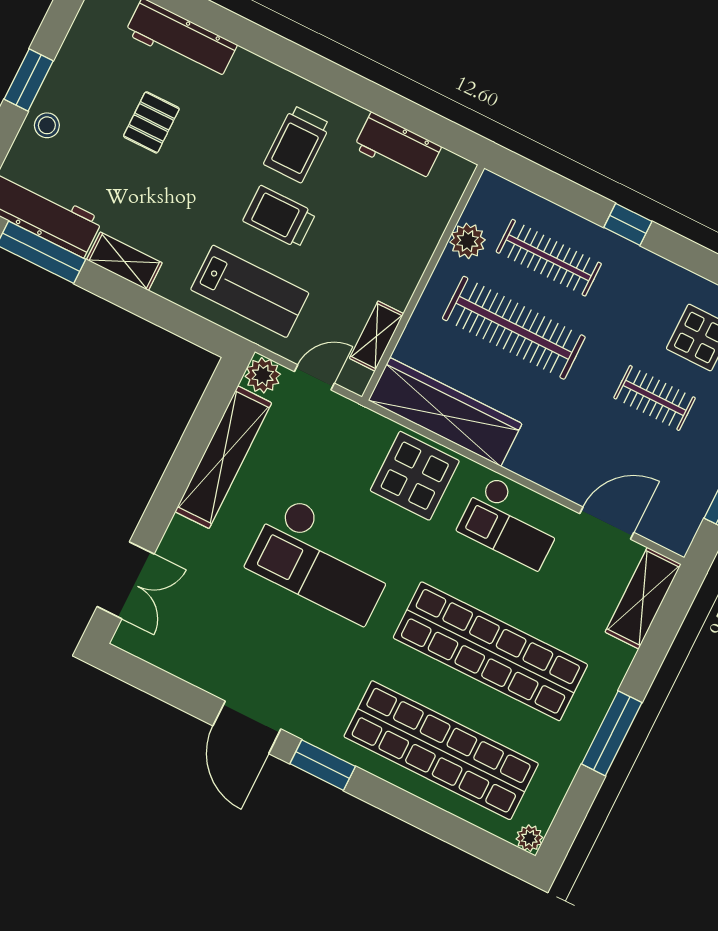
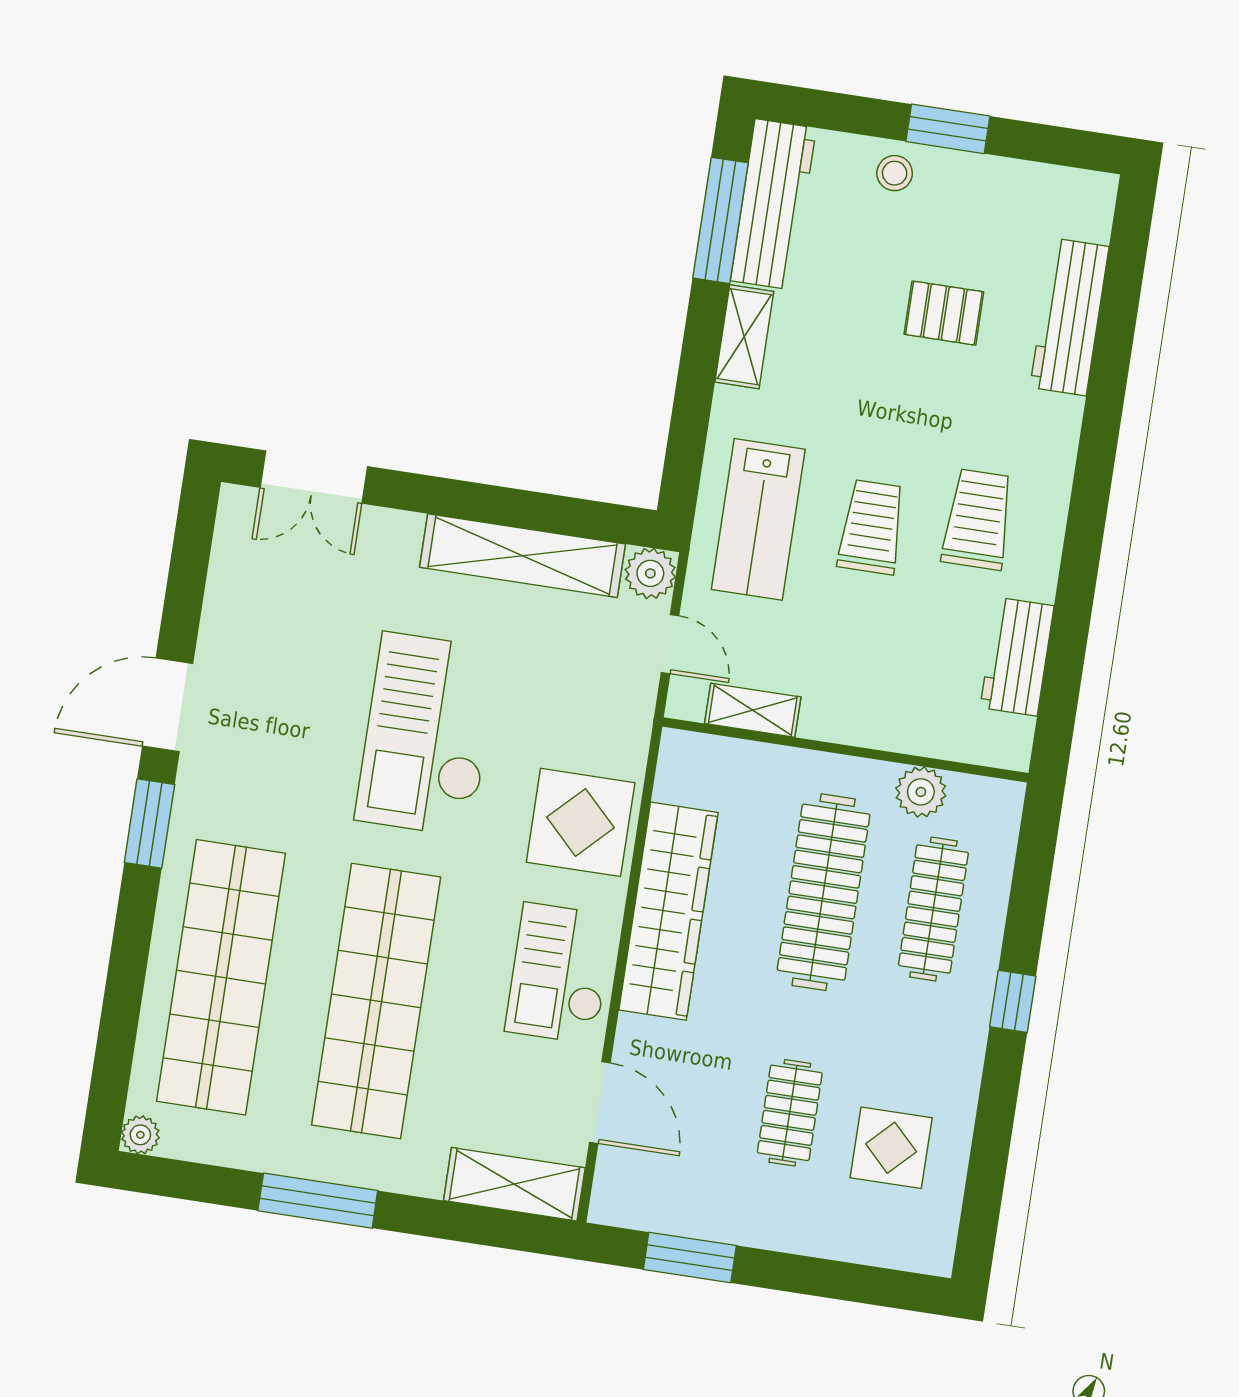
trolley: (297, 144) -> (978, 519), turned 90
wardrobe: (445, 412) -> (668, 911), moved

